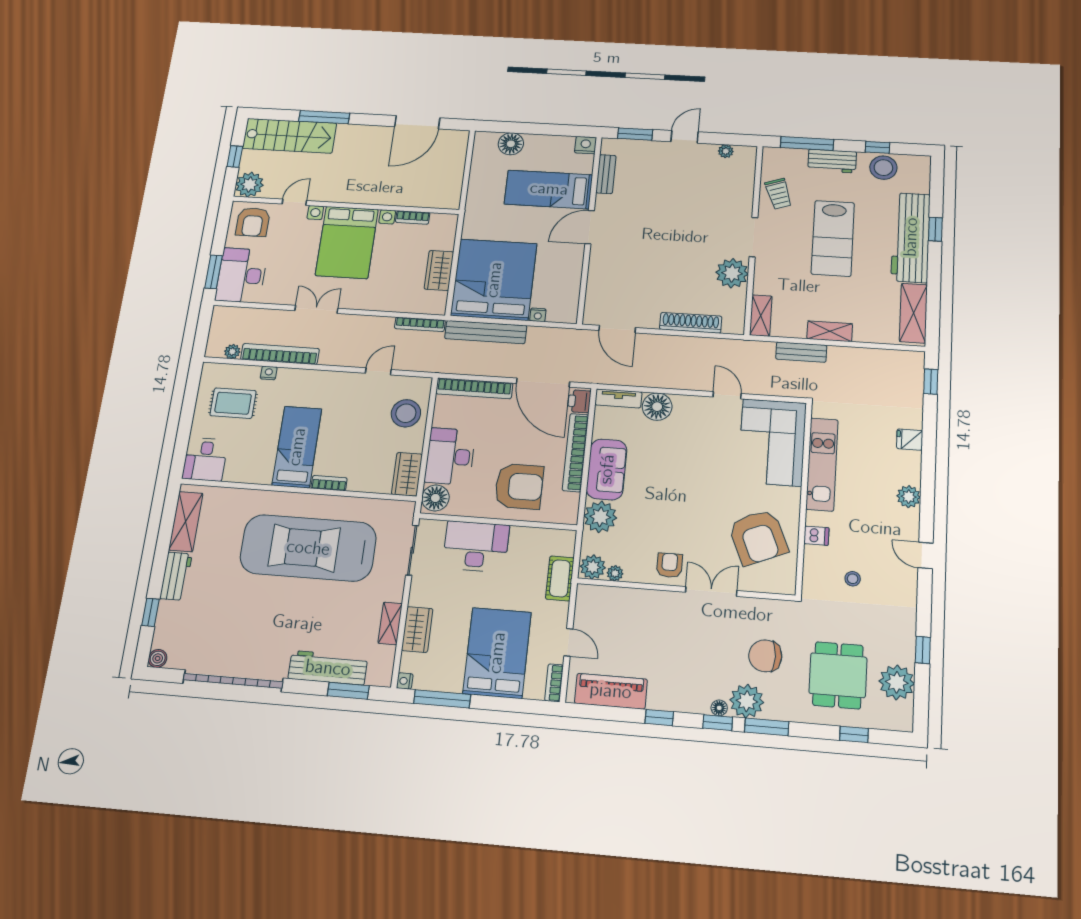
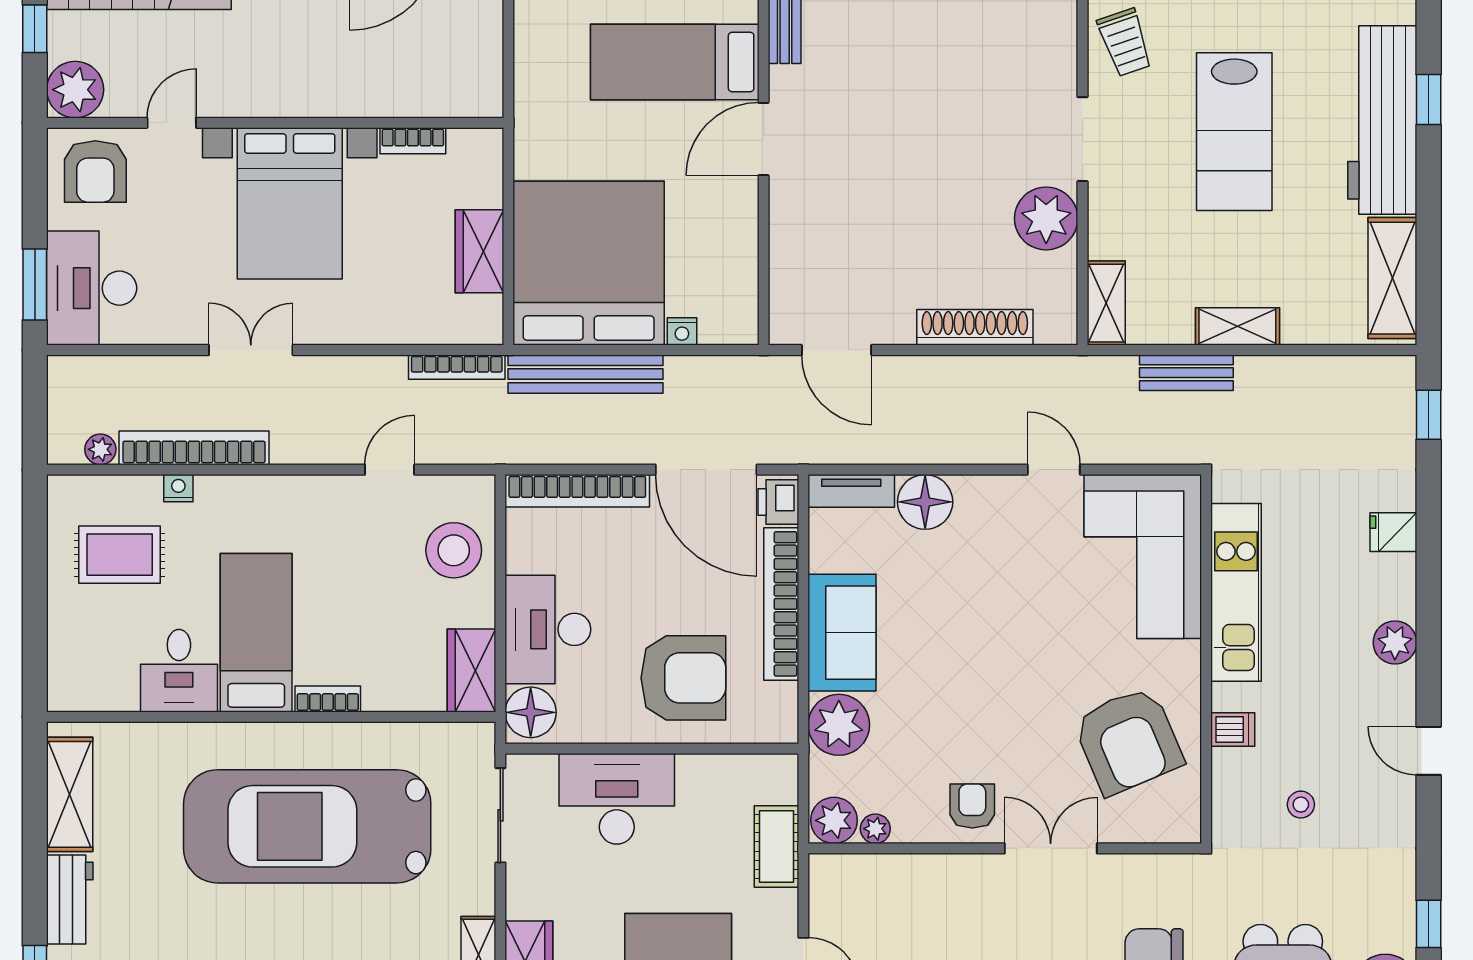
desk: (205, 459) -> (179, 671), moved

